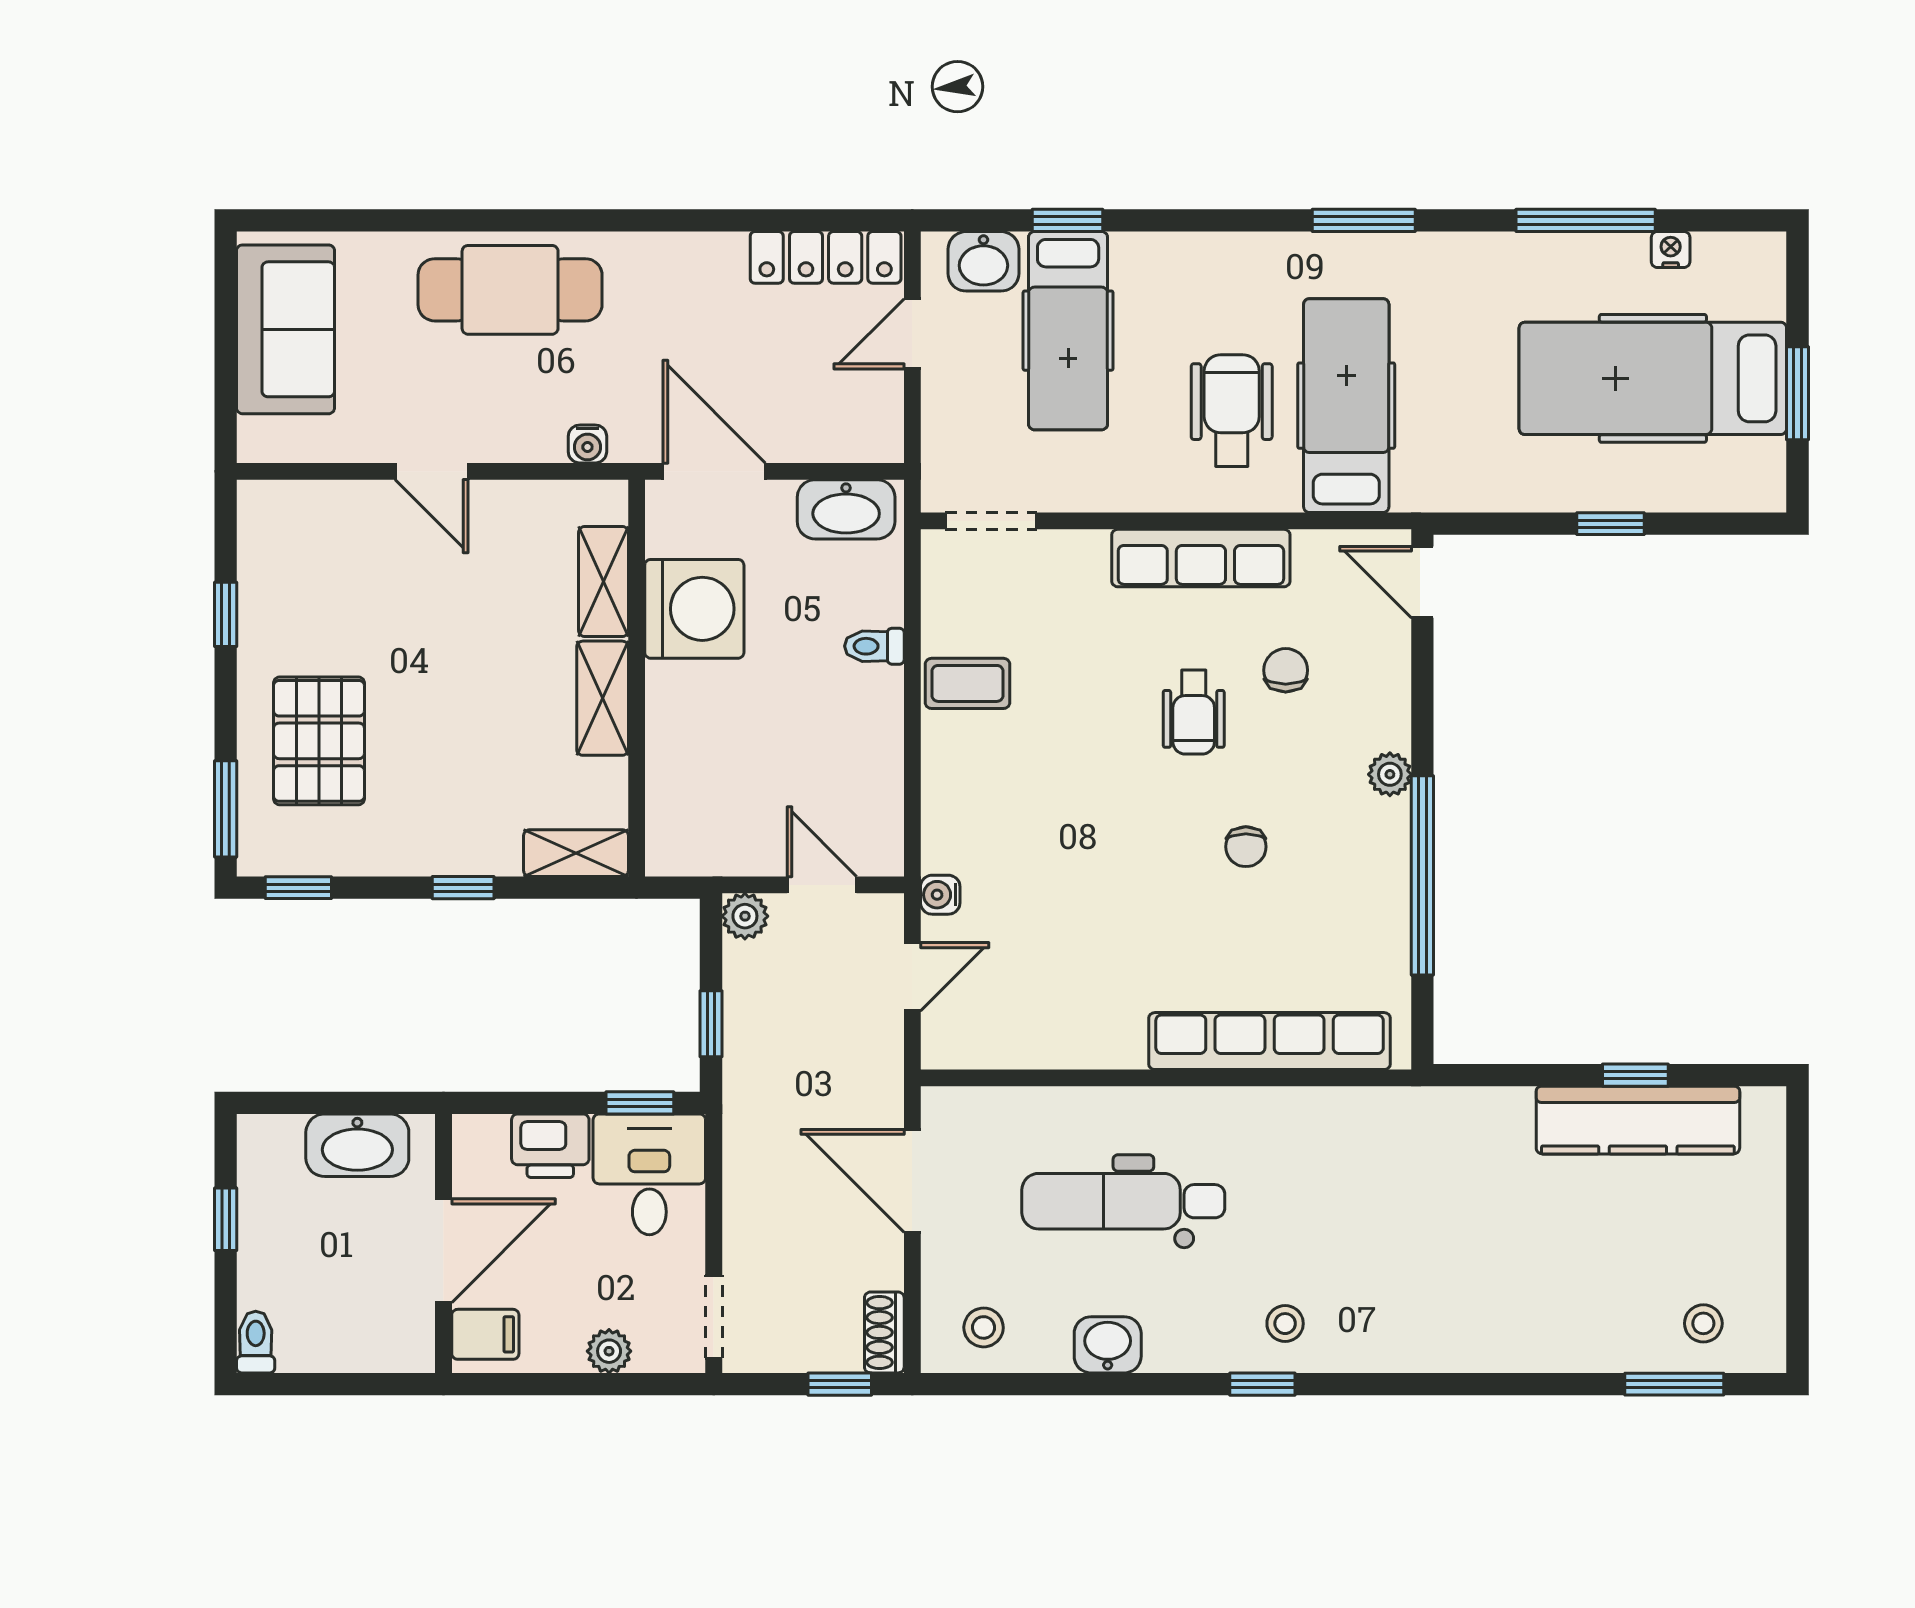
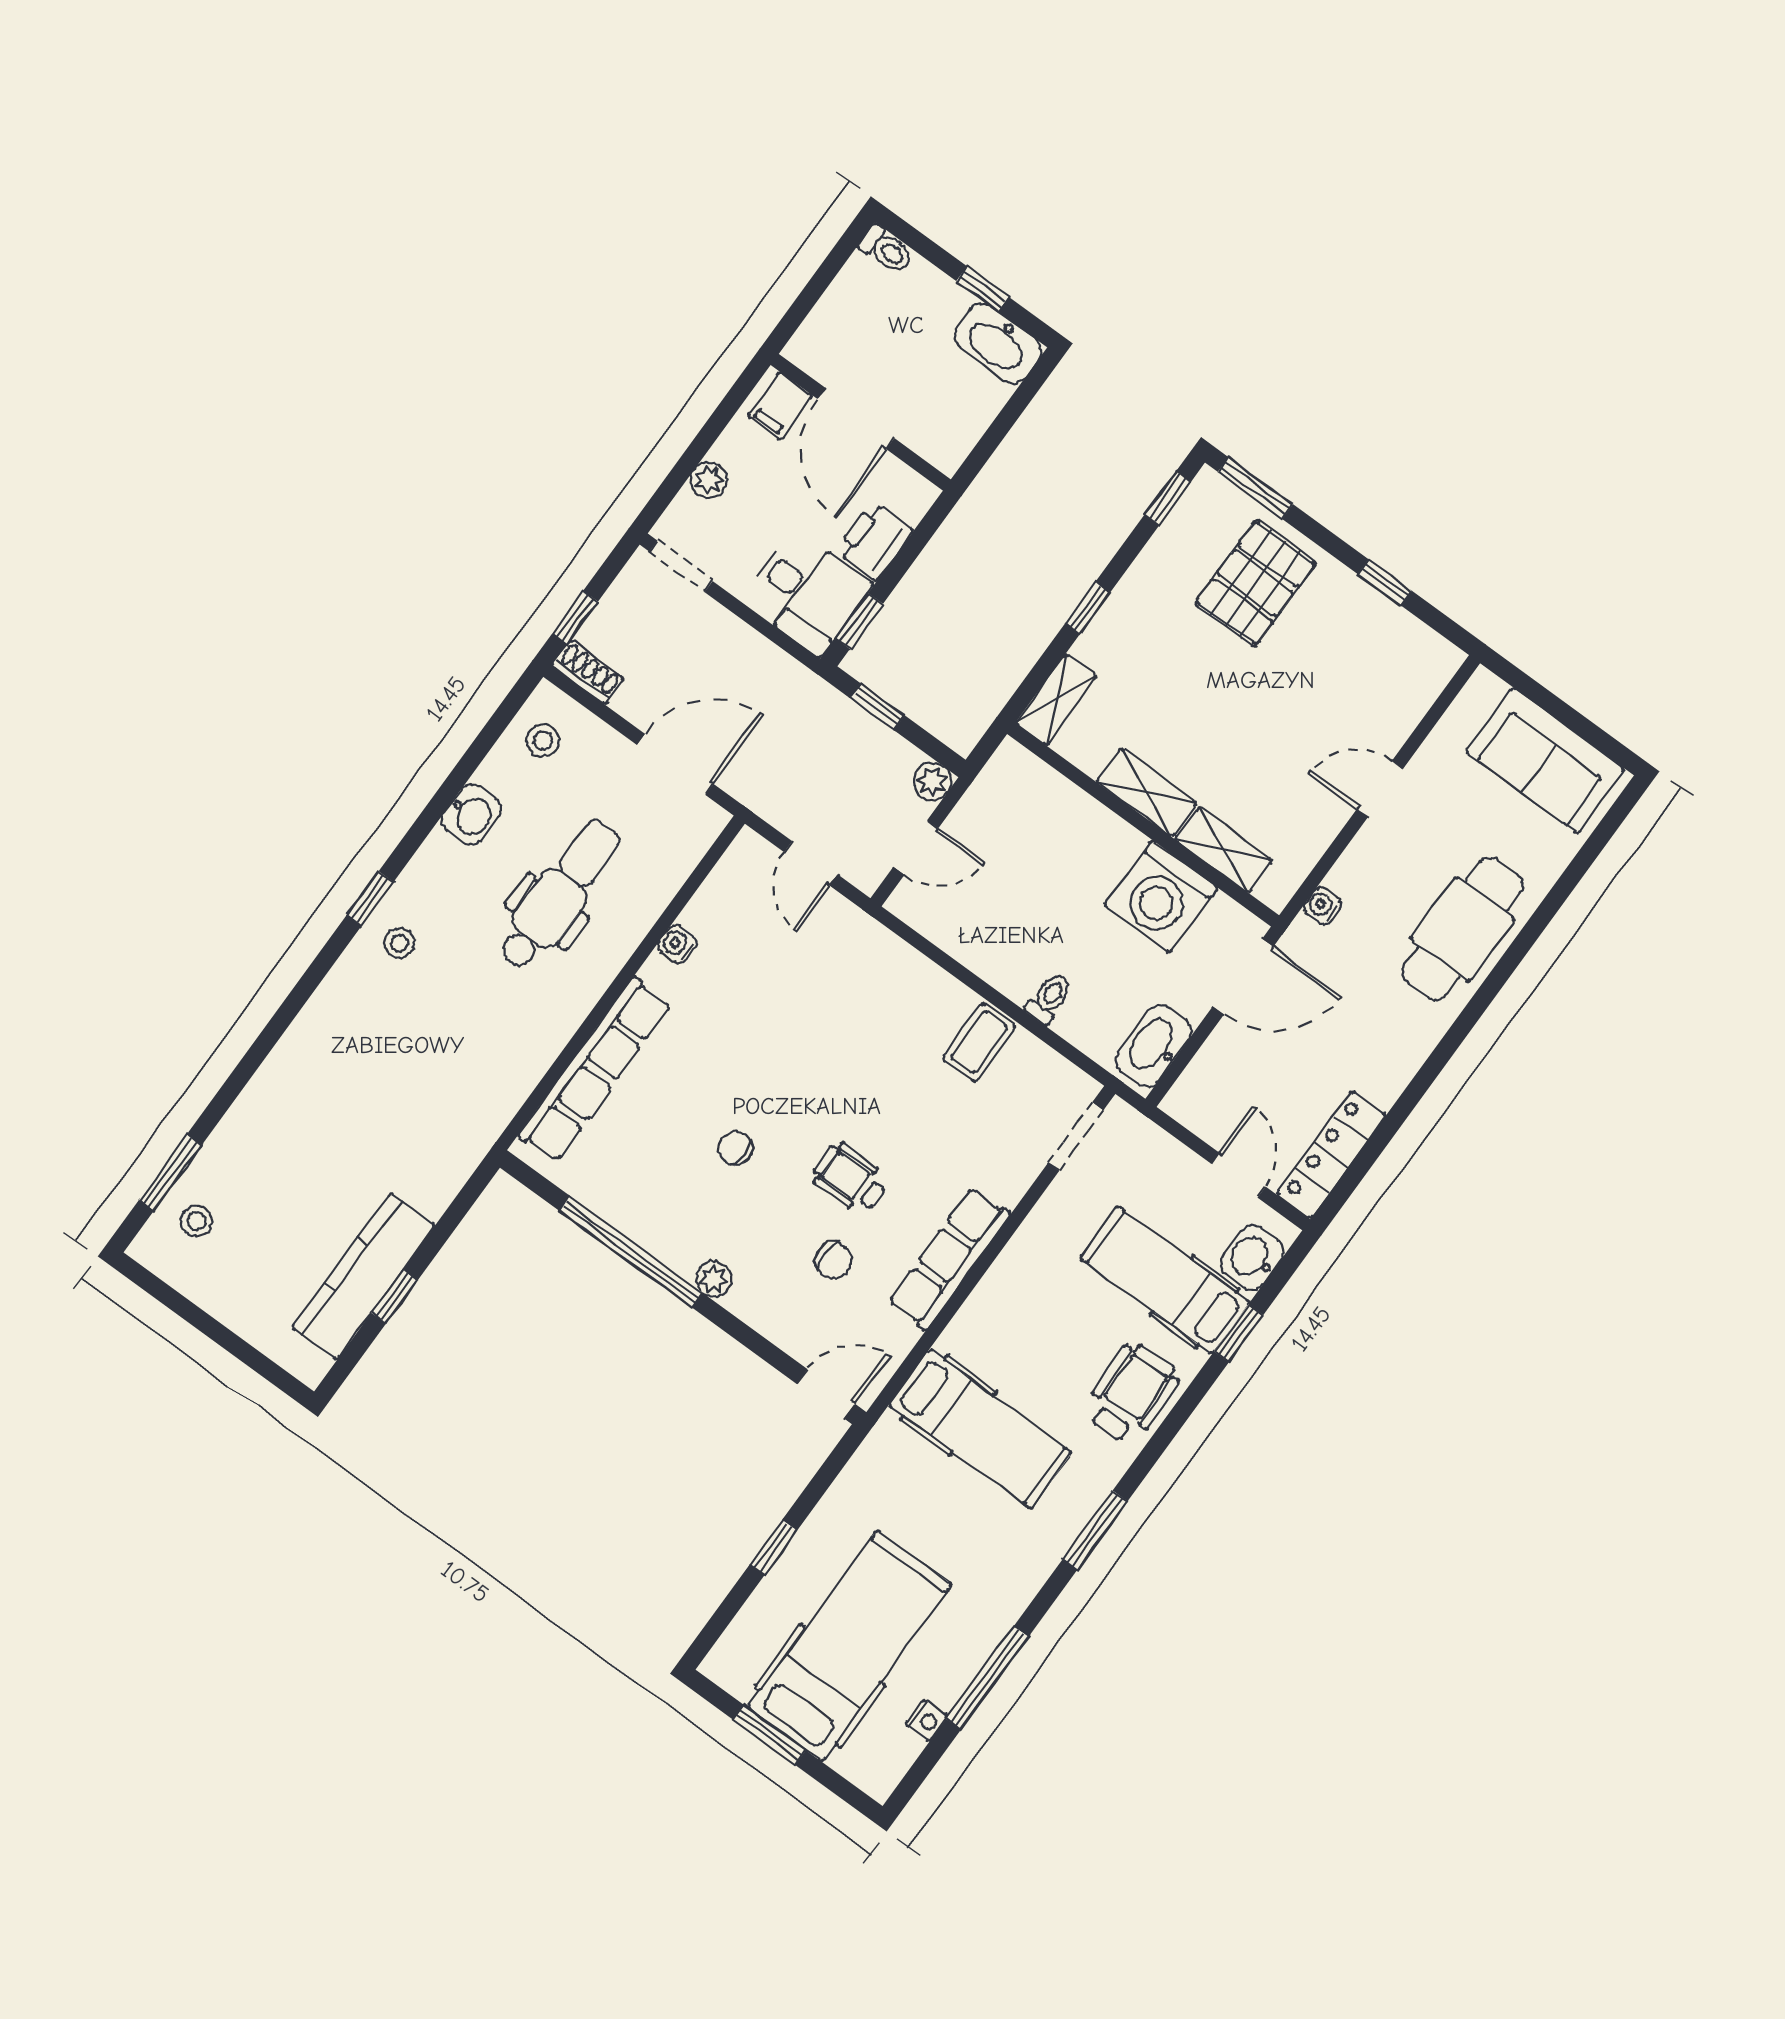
wheelchair: (1232, 411) -> (1132, 1393), moved, turned -92
pallet: (319, 741) -> (1255, 583), turned 90
water cooler: (940, 895) -> (677, 944), moved, turned -90
washbasin: (357, 1145) -> (998, 343), moved, turned -90

